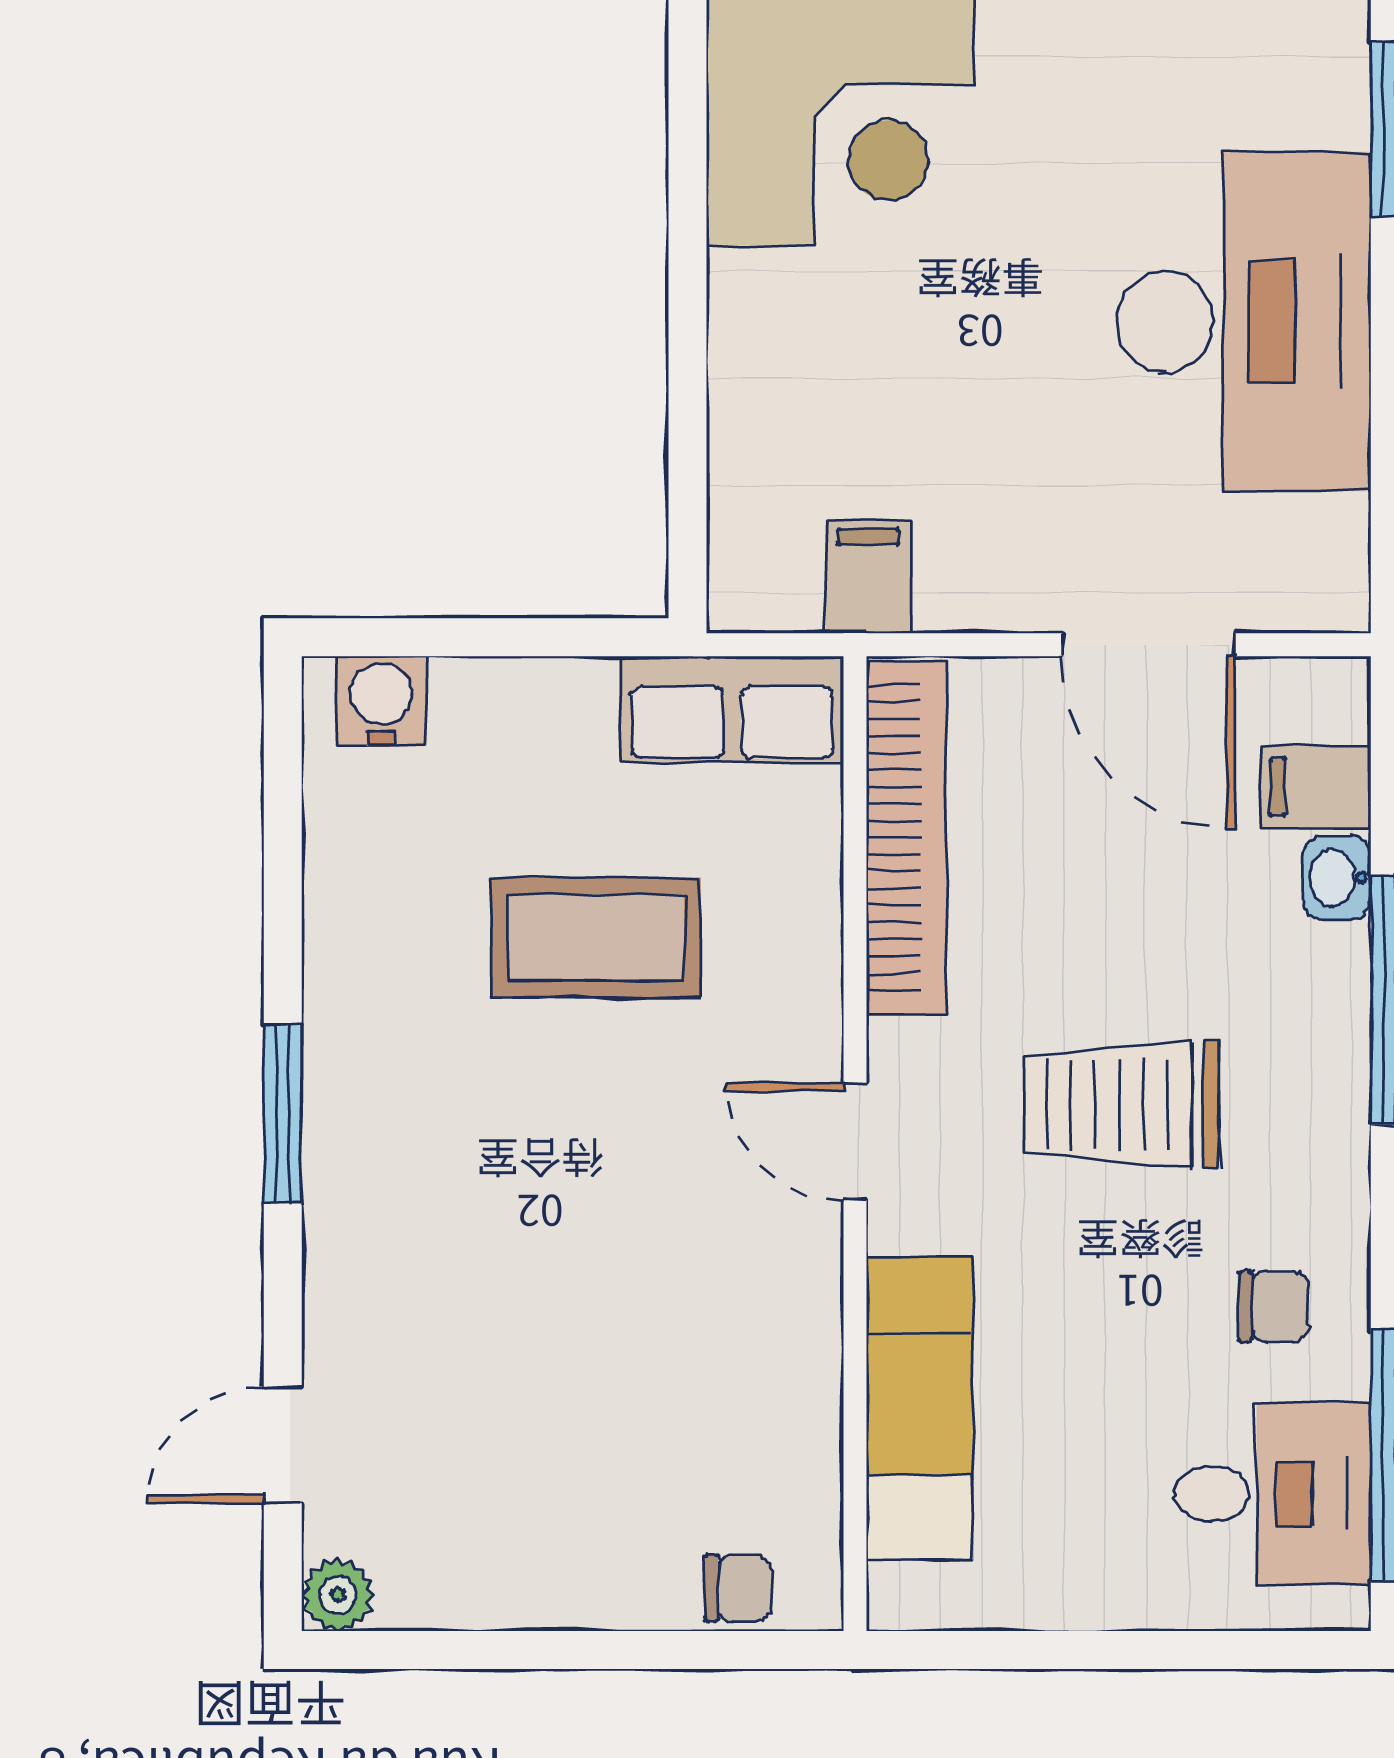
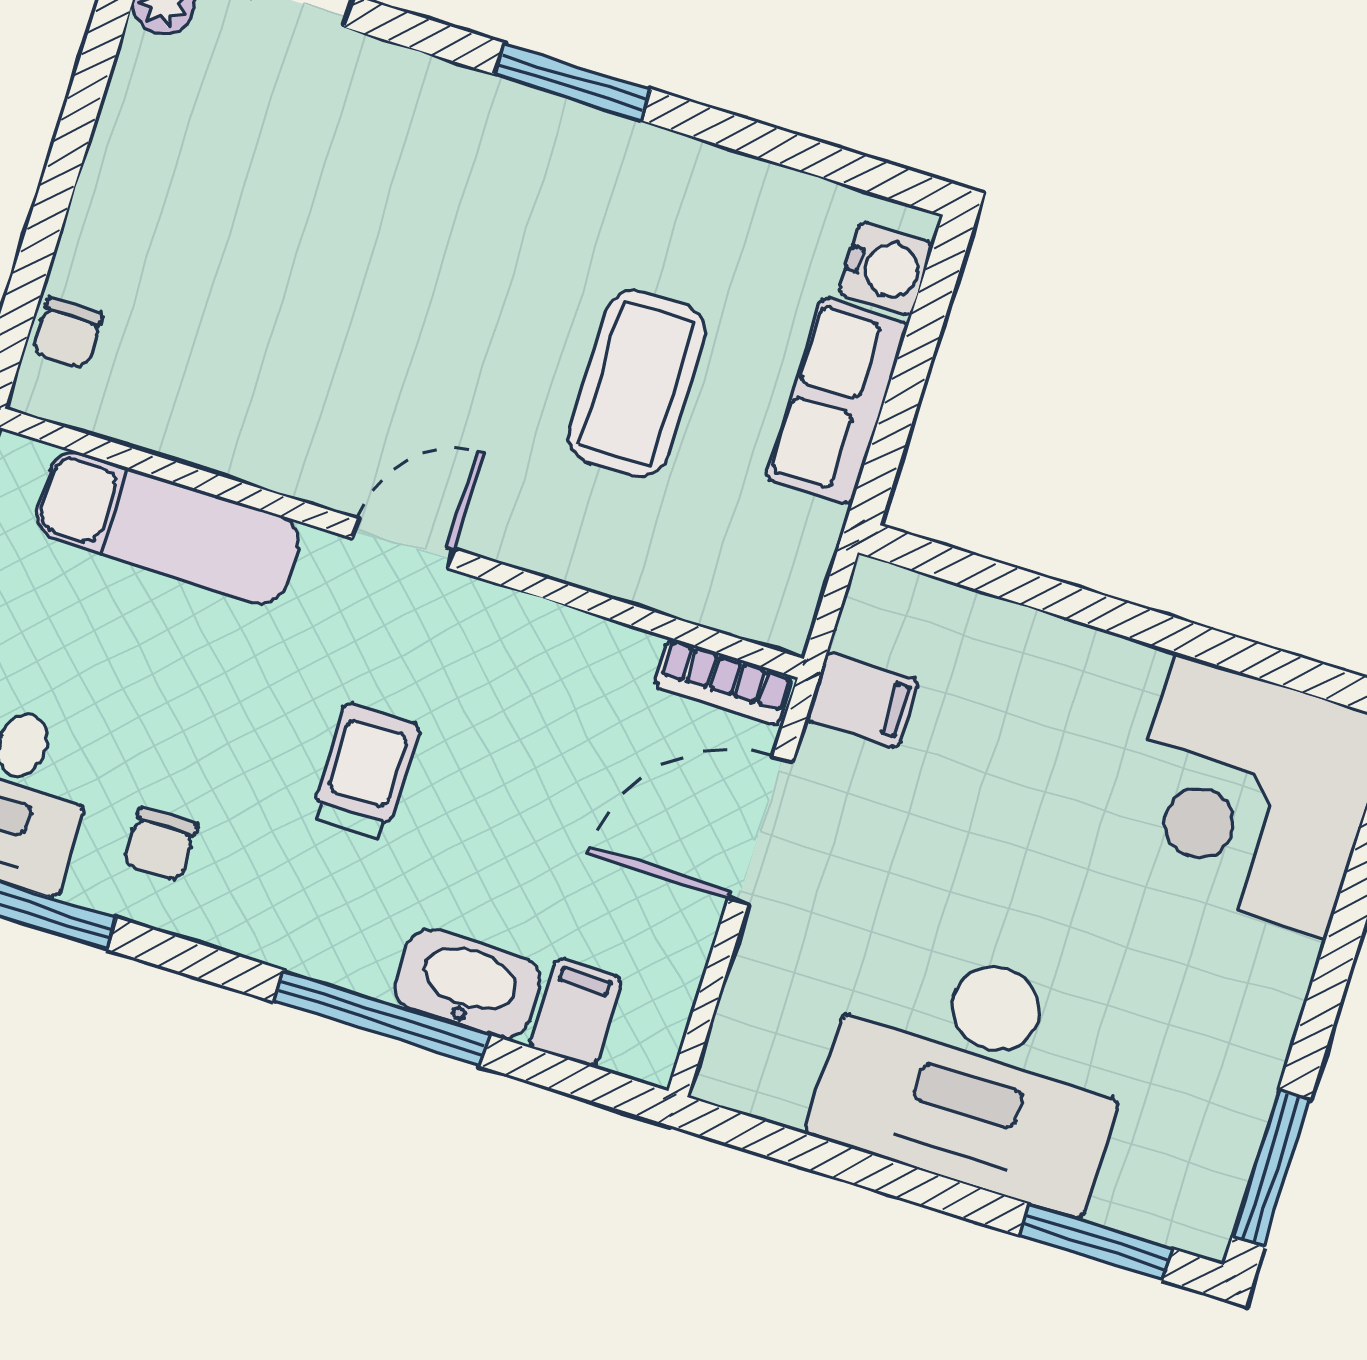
door: (1148, 645) -> (761, 830), moved
row of seats: (732, 709) -> (837, 401), moved
bookcase: (906, 837) -> (724, 682), width x0.43, depth x0.76
washbasin: (1337, 878) -> (468, 984), width x1.91, depth x1.45
trolley: (1121, 1105) -> (365, 771), width x0.73, depth x0.72

